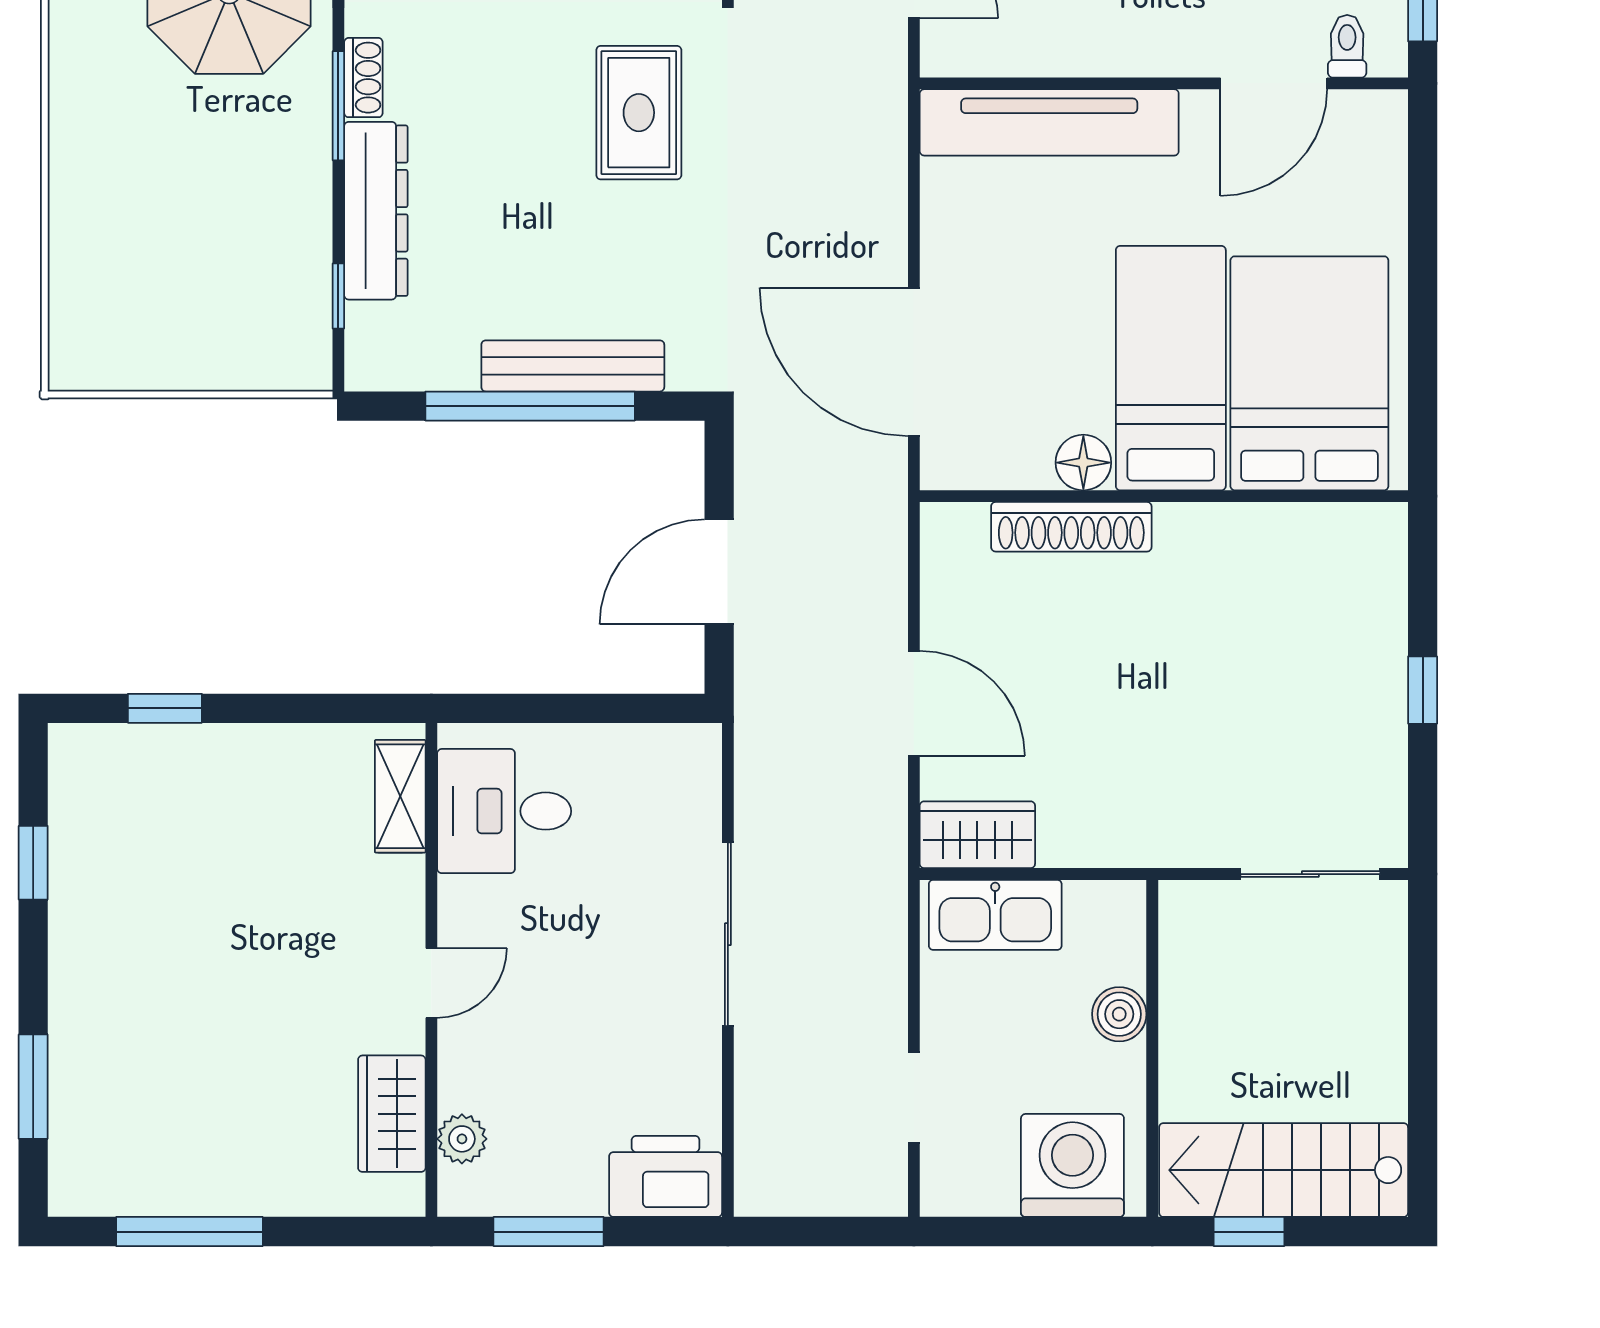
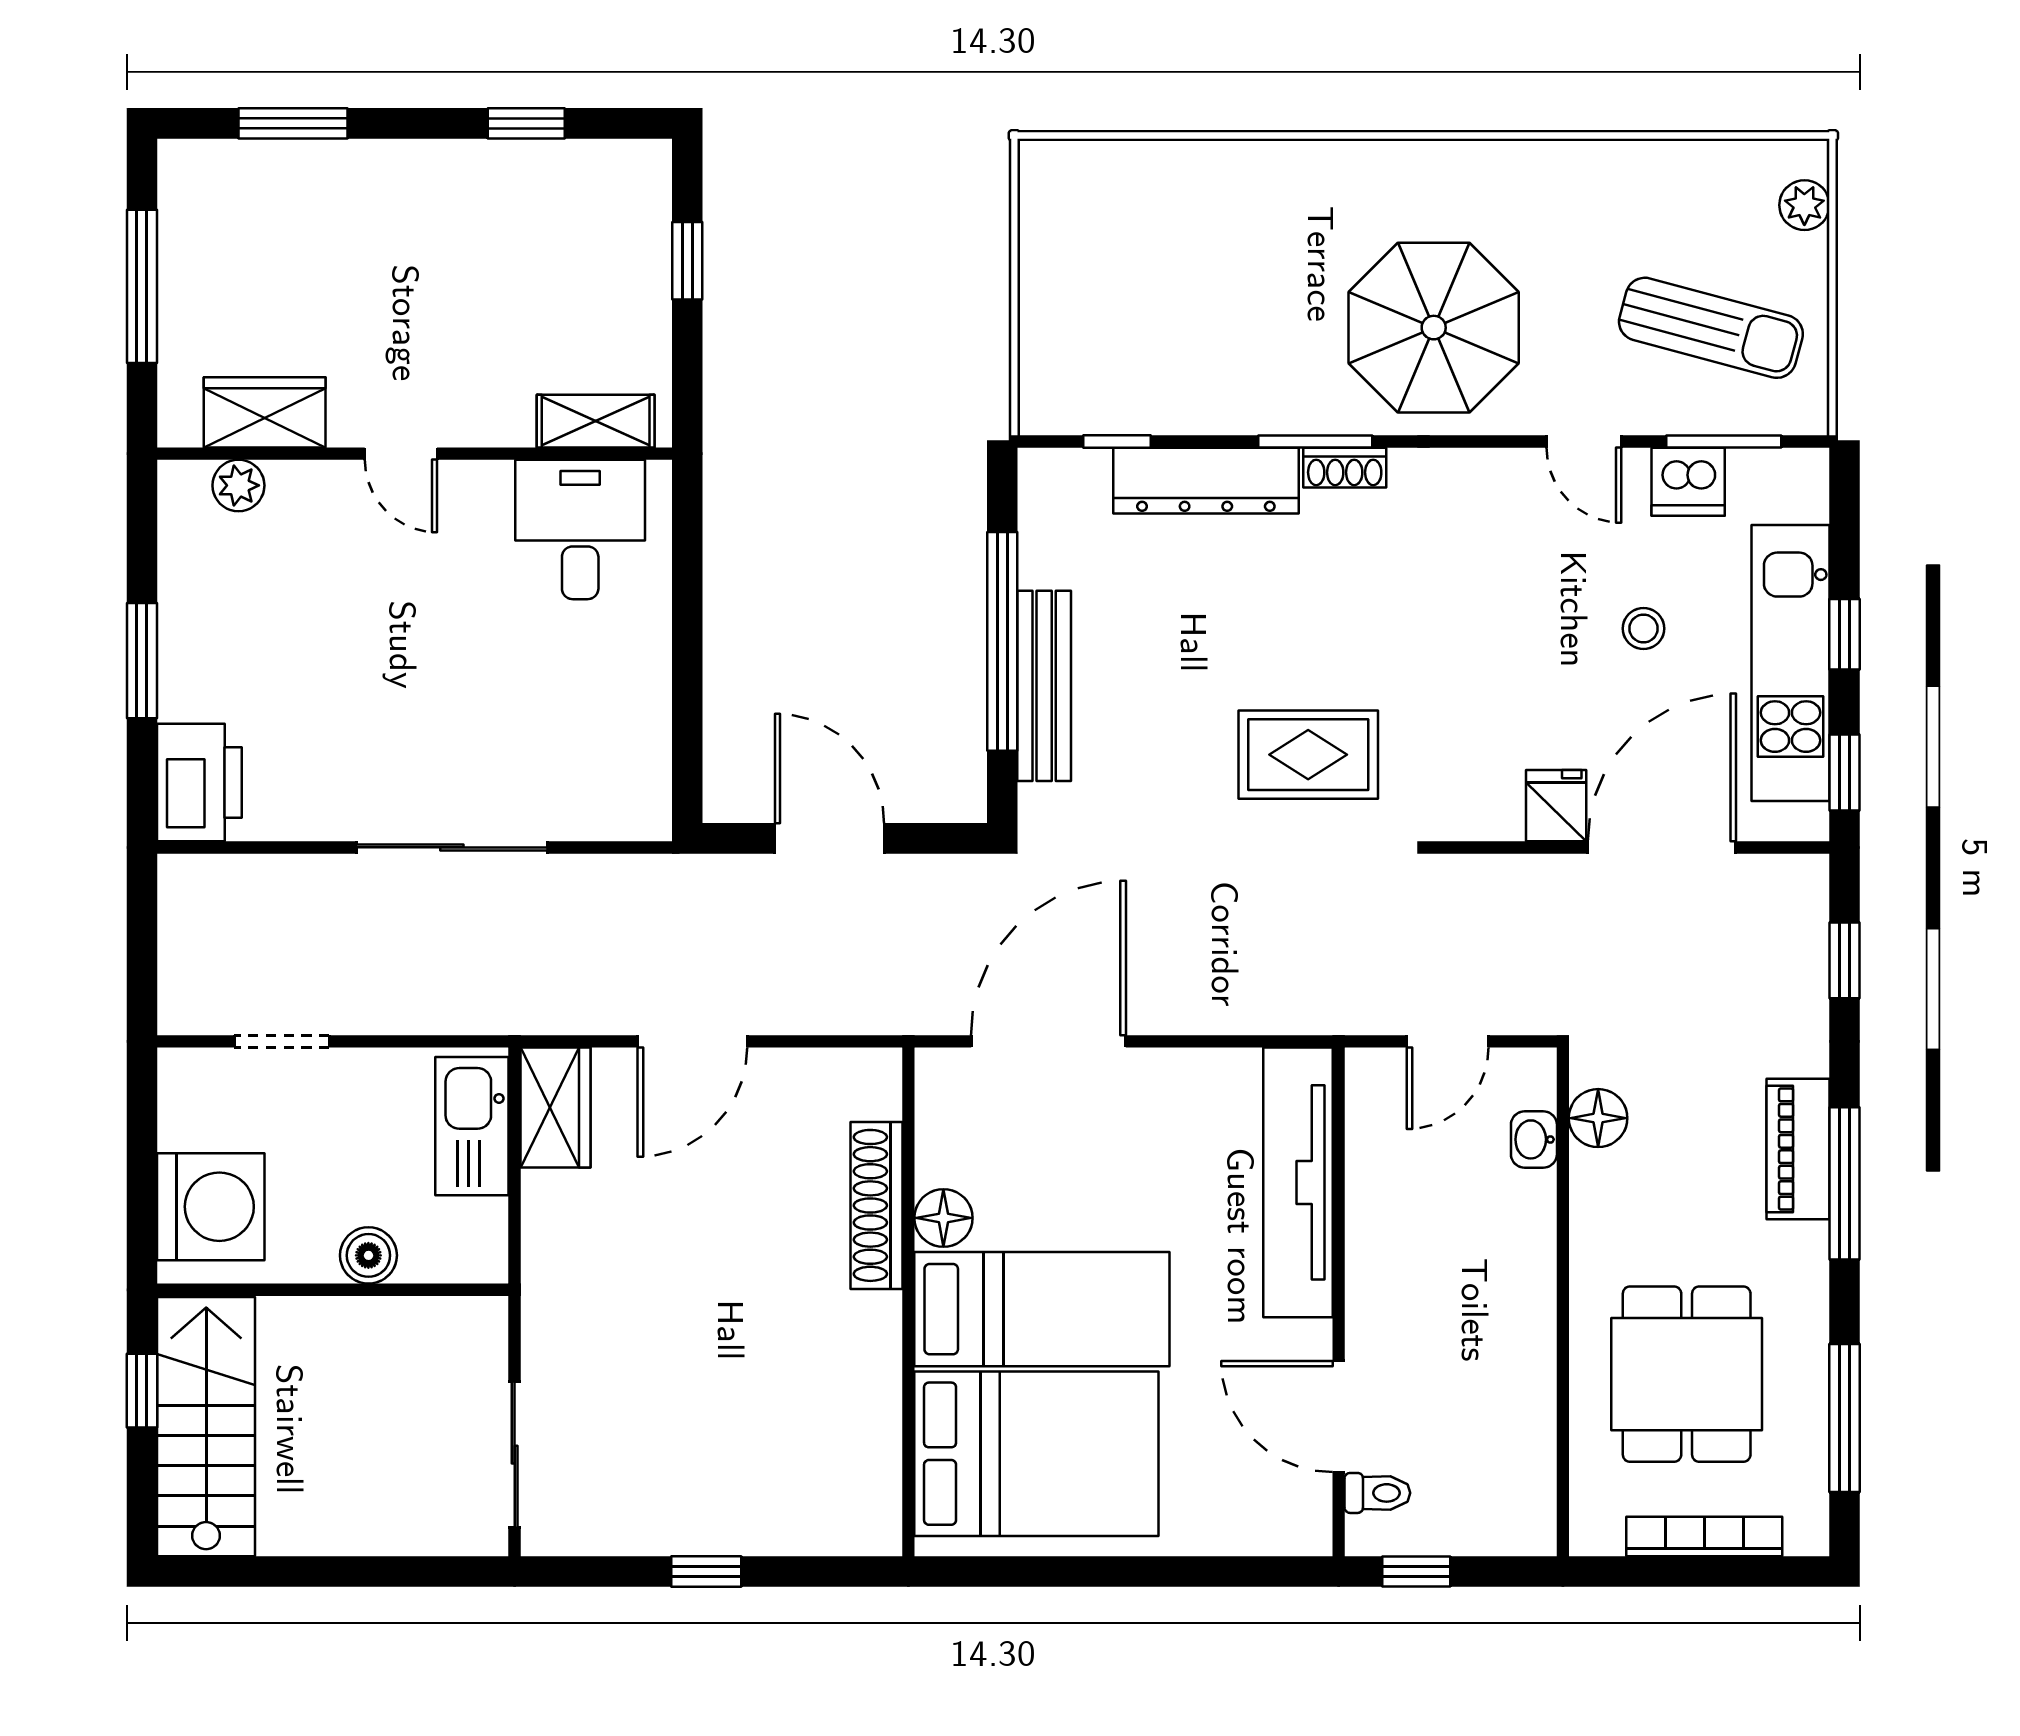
shelving: (400, 796) -> (596, 421), moved
desk: (504, 811) -> (580, 530), moved
wall: (431, 970) -> (415, 454), moved
door: (431, 983) -> (401, 454), moved
wardrobe: (392, 1114) -> (265, 412), moved
plant: (462, 1139) -> (238, 485), moved

